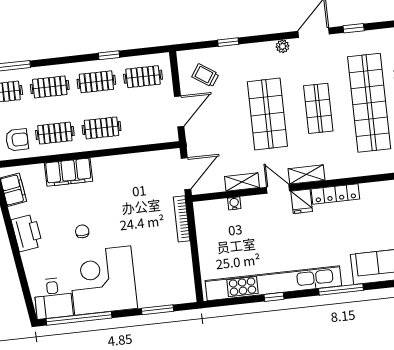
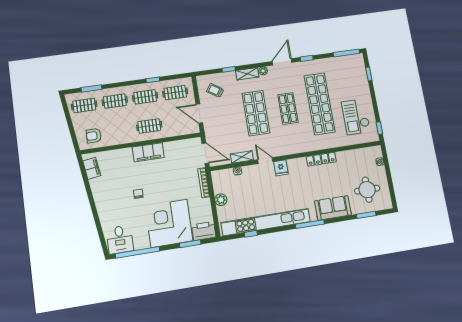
door: (179, 111) -> (199, 114), swing flipped
clothes rail: (55, 133) -> (119, 130), removed
armchair: (17, 140) -> (94, 136), turned 180
filing cabinet: (68, 172) -> (148, 152), moved
door: (186, 174) -> (205, 153), hinge flipped
shelving: (307, 174) -> (247, 74), moved
locker: (335, 194) -> (321, 159), moved
printer: (27, 233) -> (204, 231), moved, turned -82
plant: (207, 246) -> (221, 200), added
corner desk: (103, 281) -> (169, 223), moved
window: (274, 297) -> (251, 234), moved

